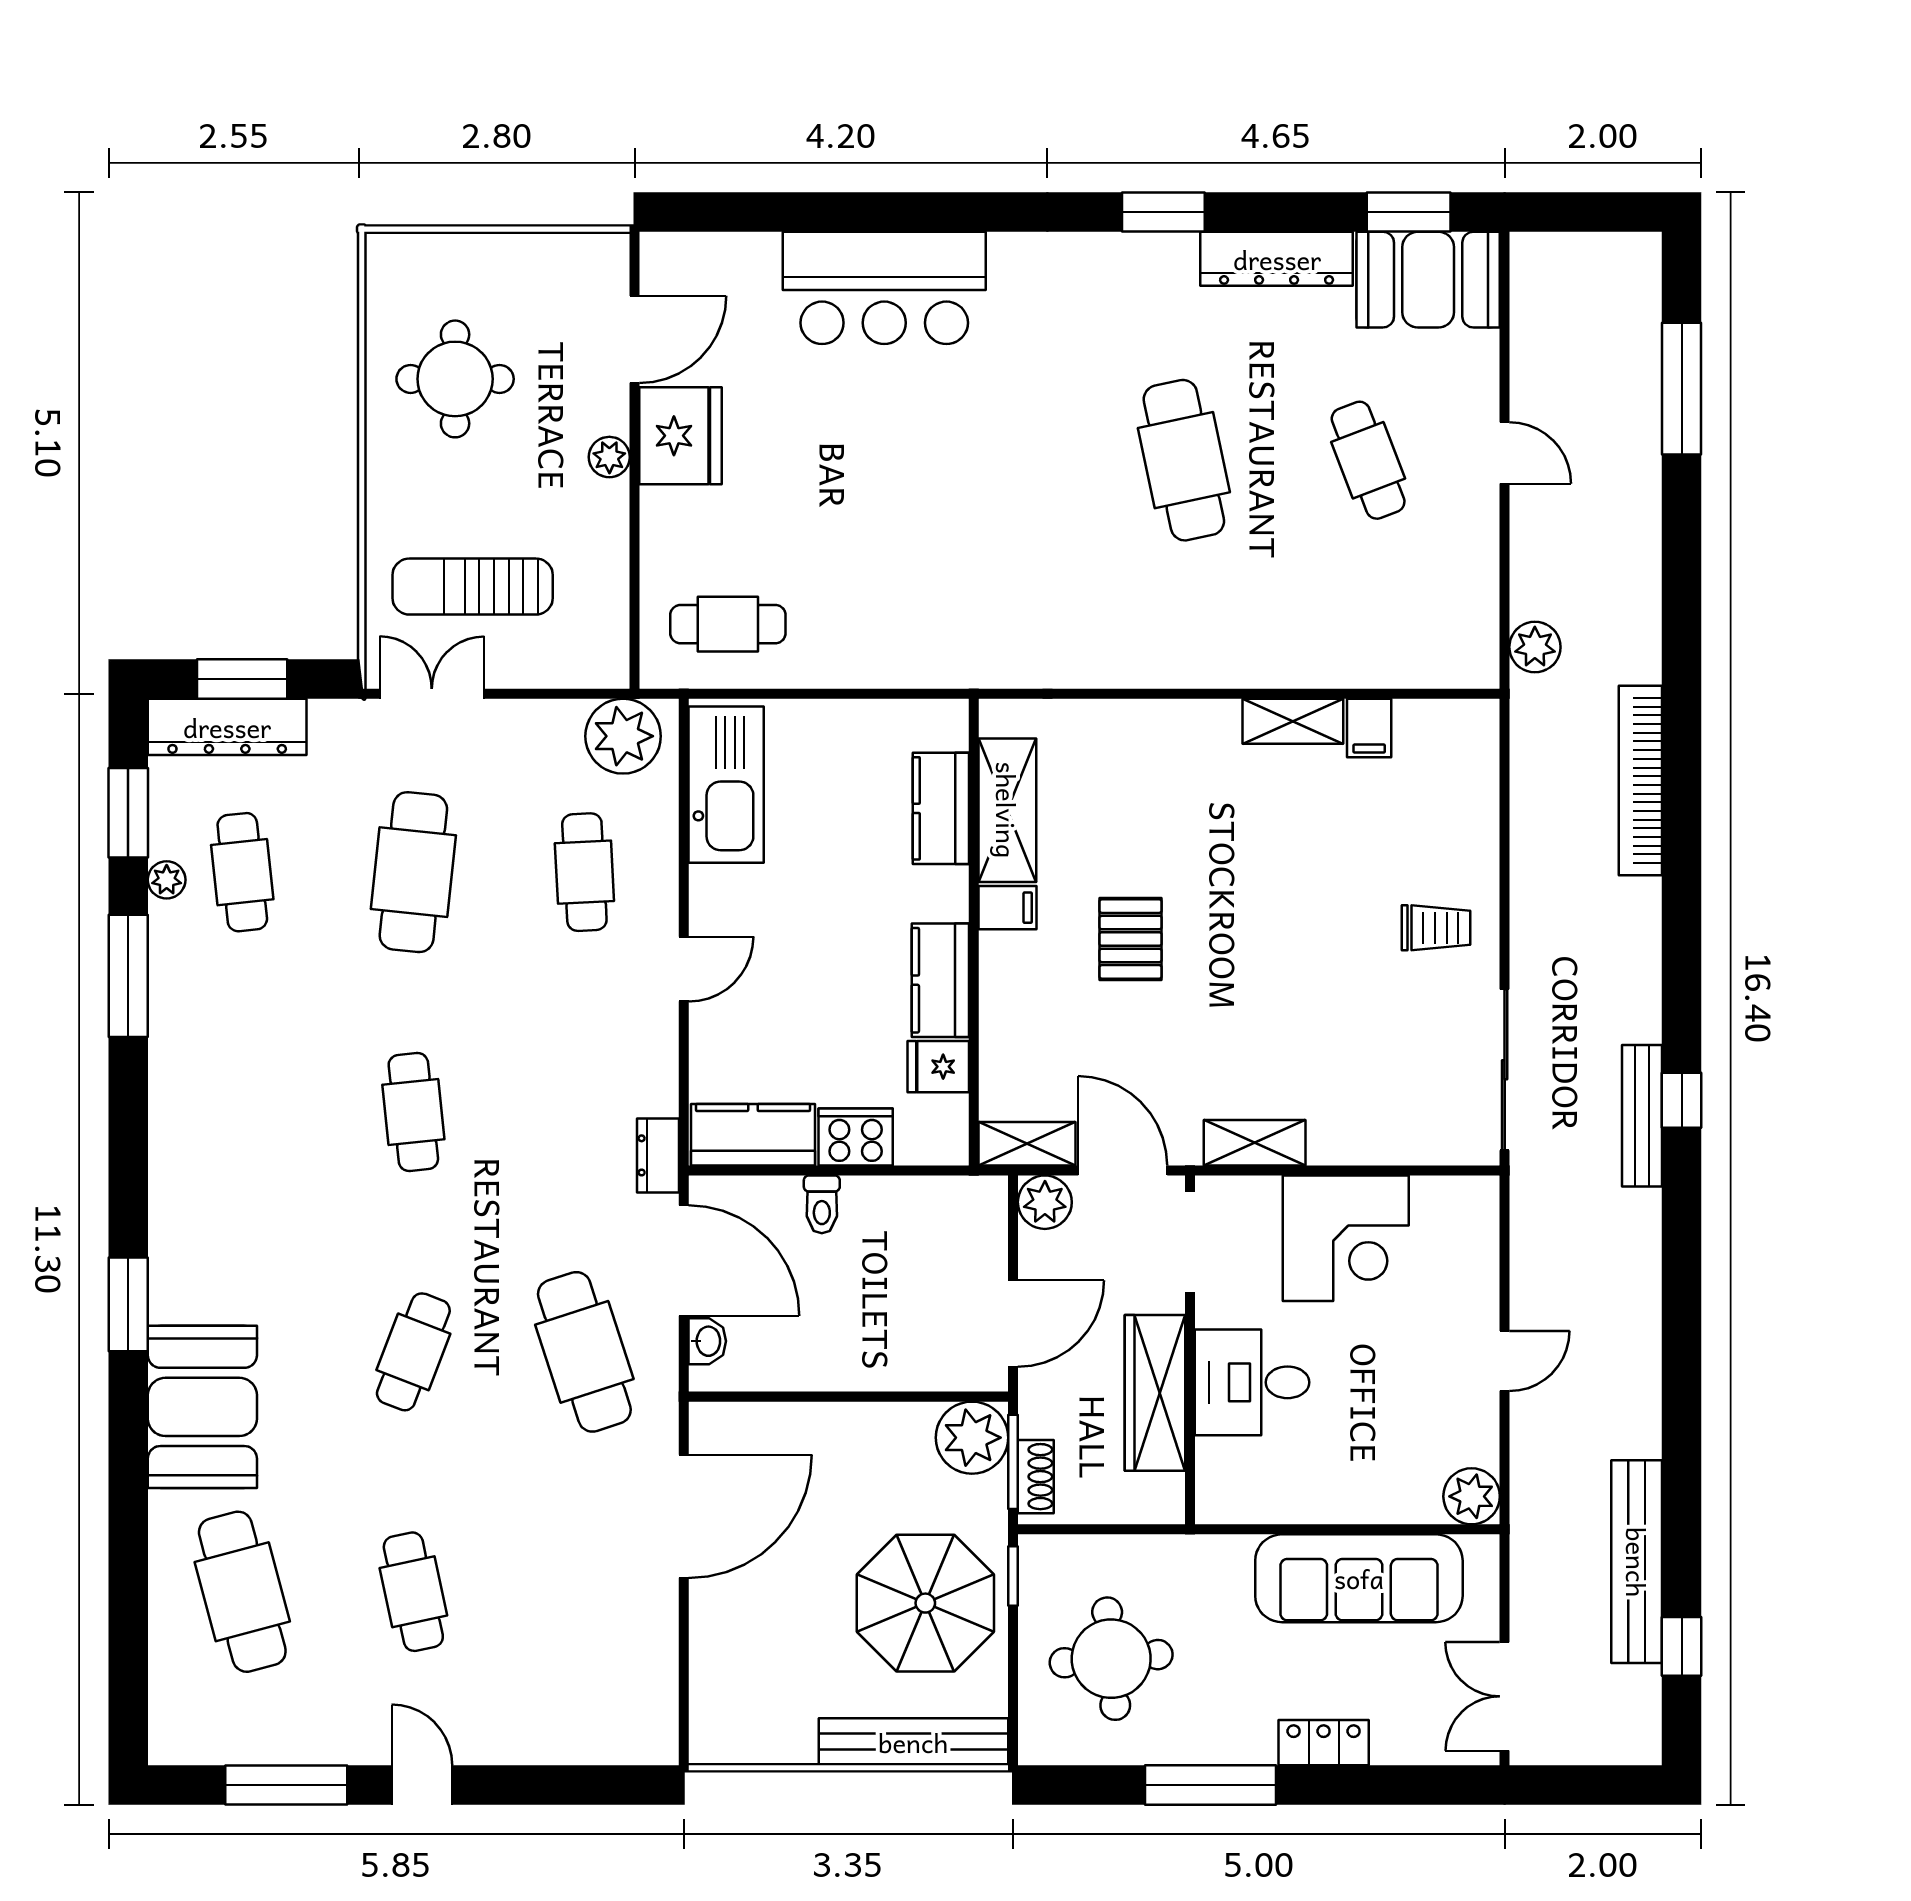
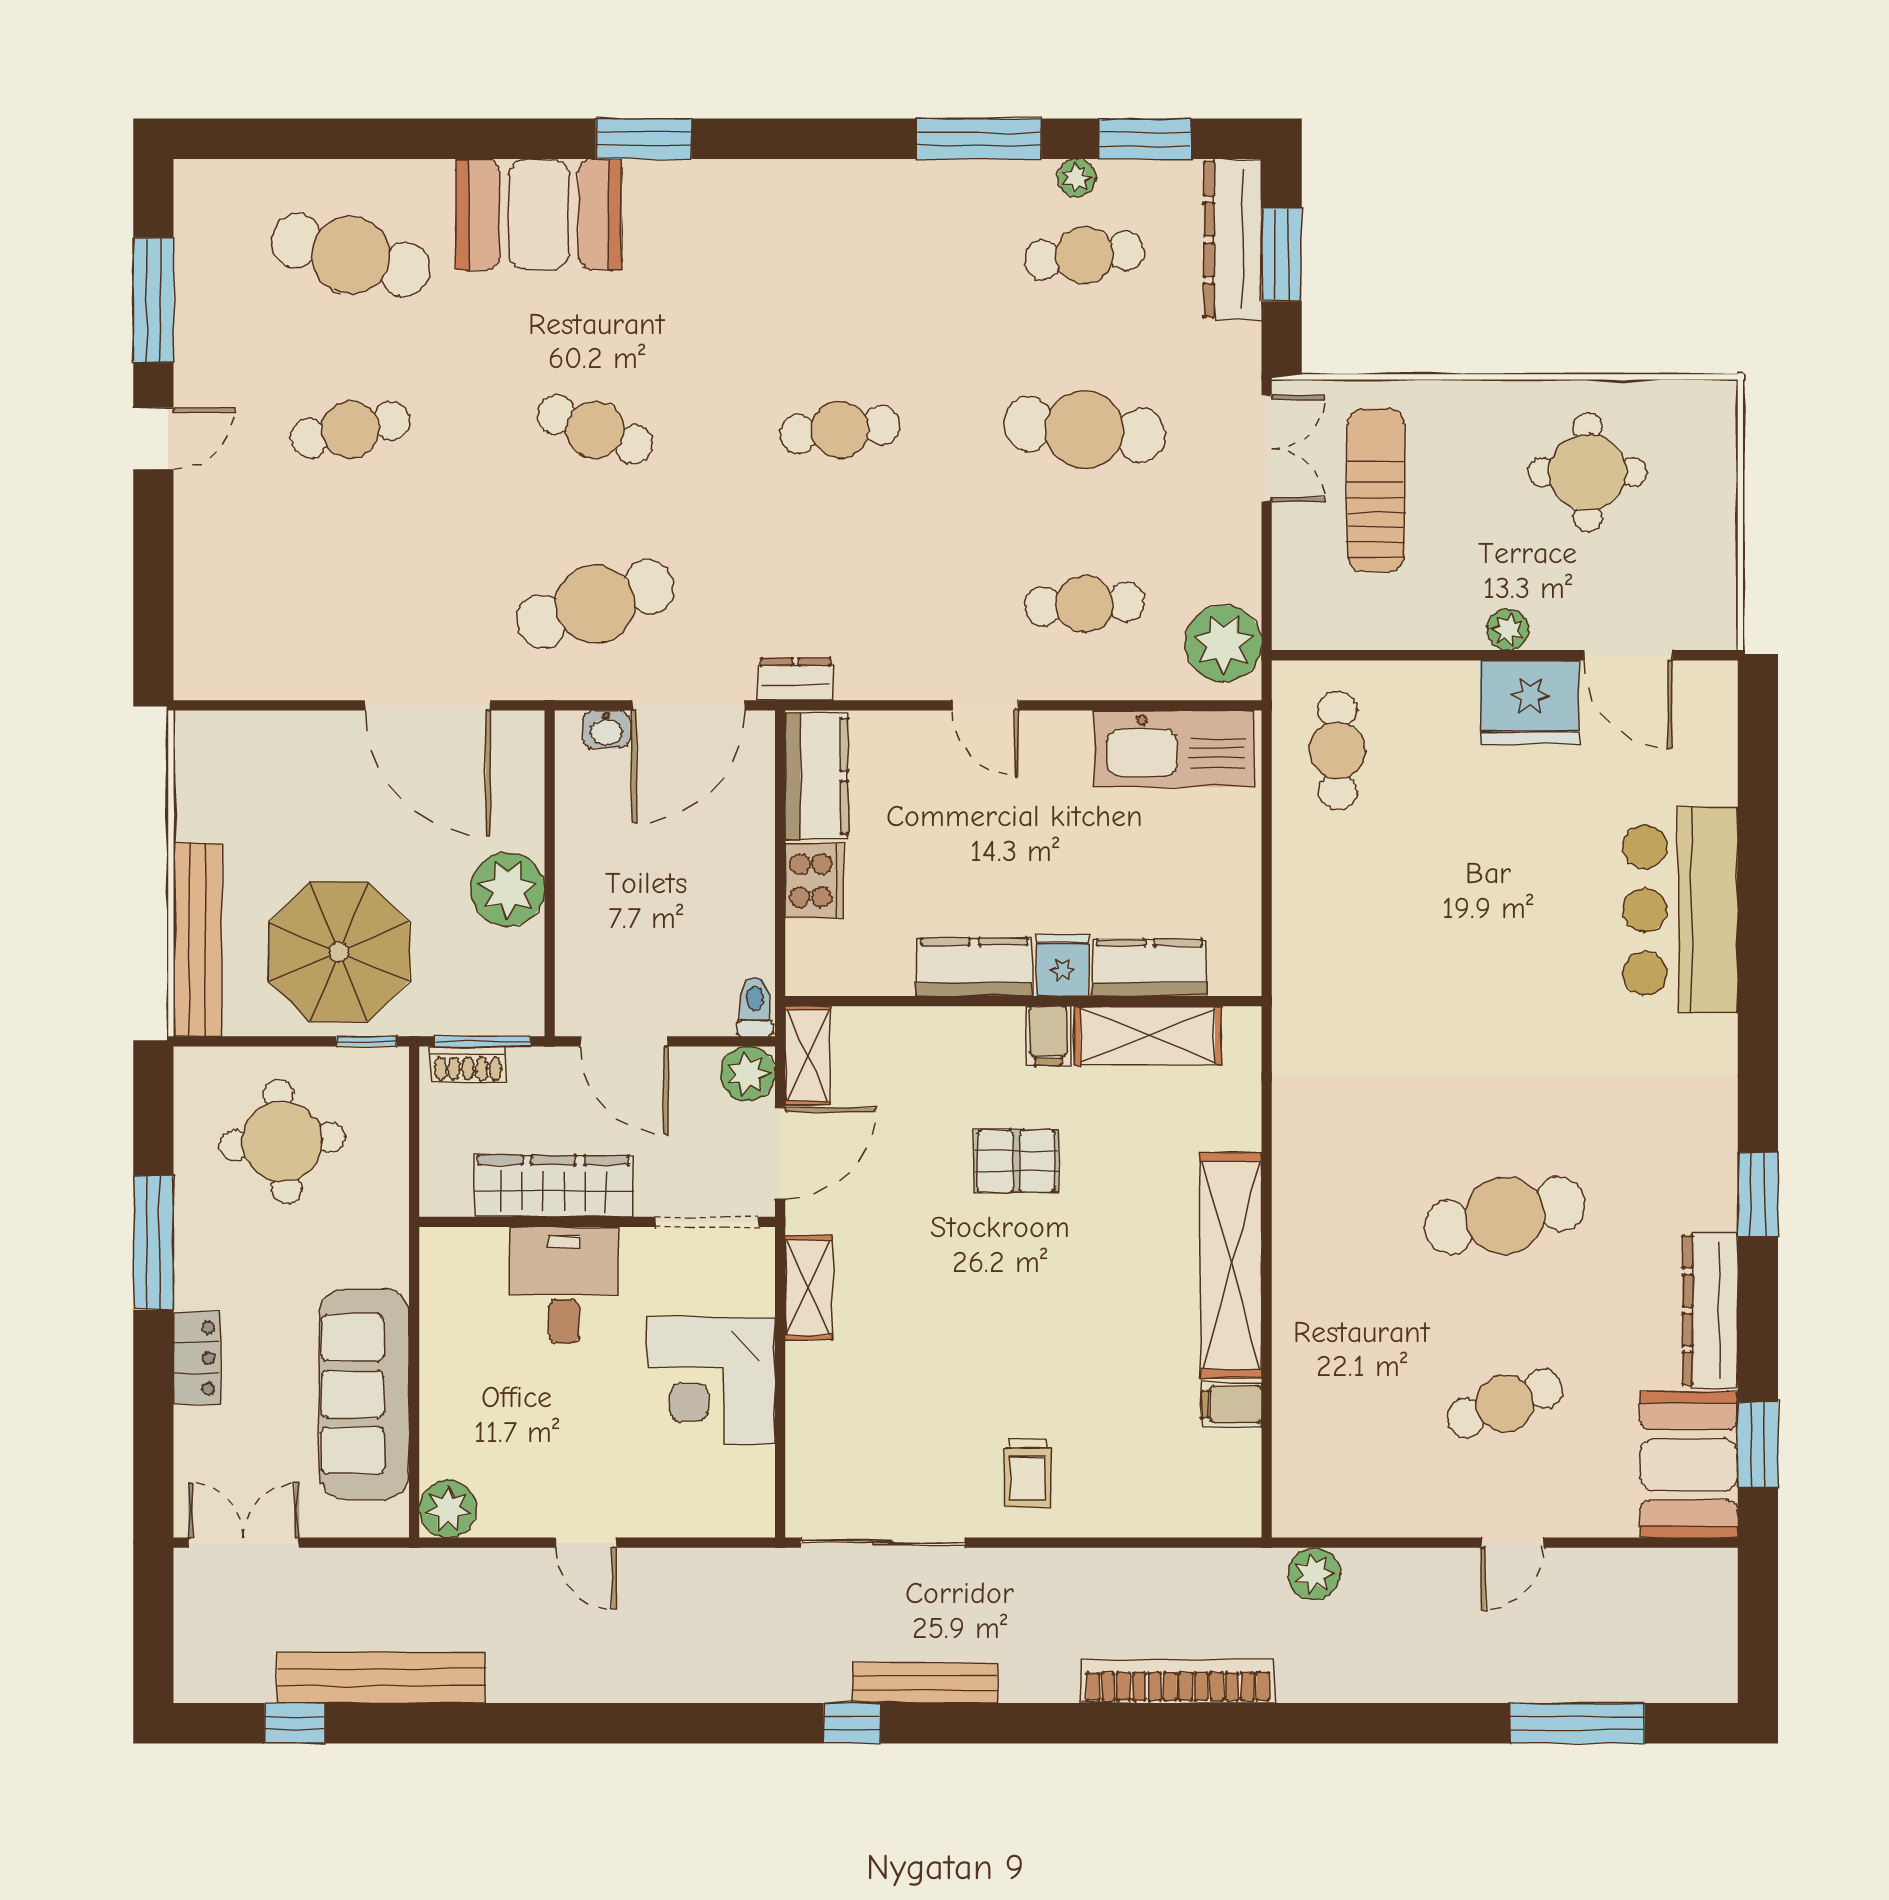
shelving: (1293, 721) -> (1231, 1265), width x2.20, depth x1.33
fridge: (938, 1067) -> (1062, 965), moved
bench: (1642, 1116) -> (925, 1683), moved
toilet: (822, 1204) -> (755, 1007), moved, turned 90
plant: (972, 1438) -> (508, 889), moved
cafe table: (242, 1592) -> (350, 255), turned 30

